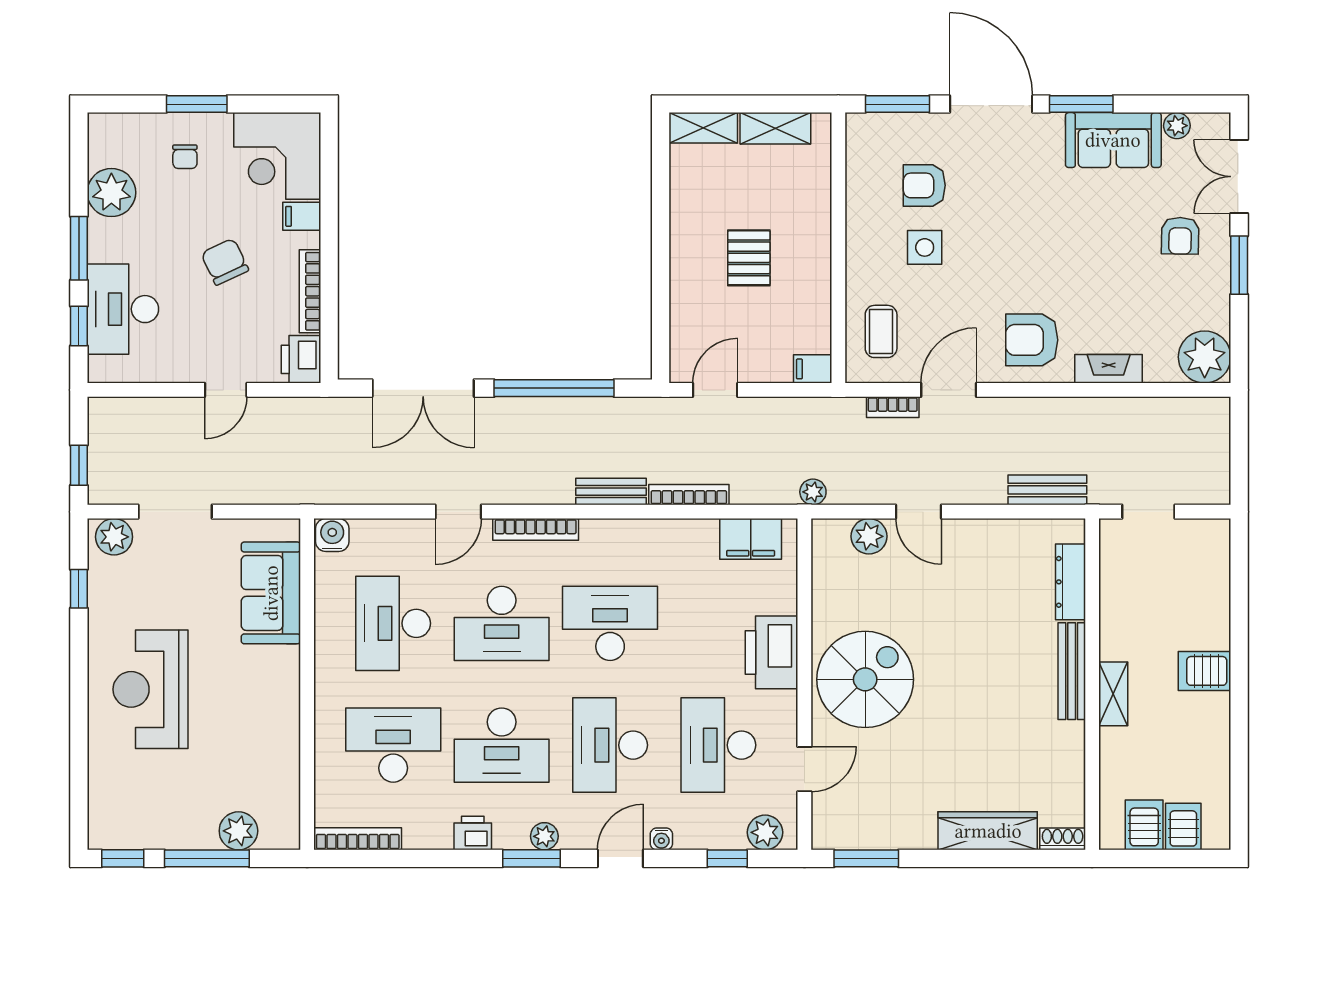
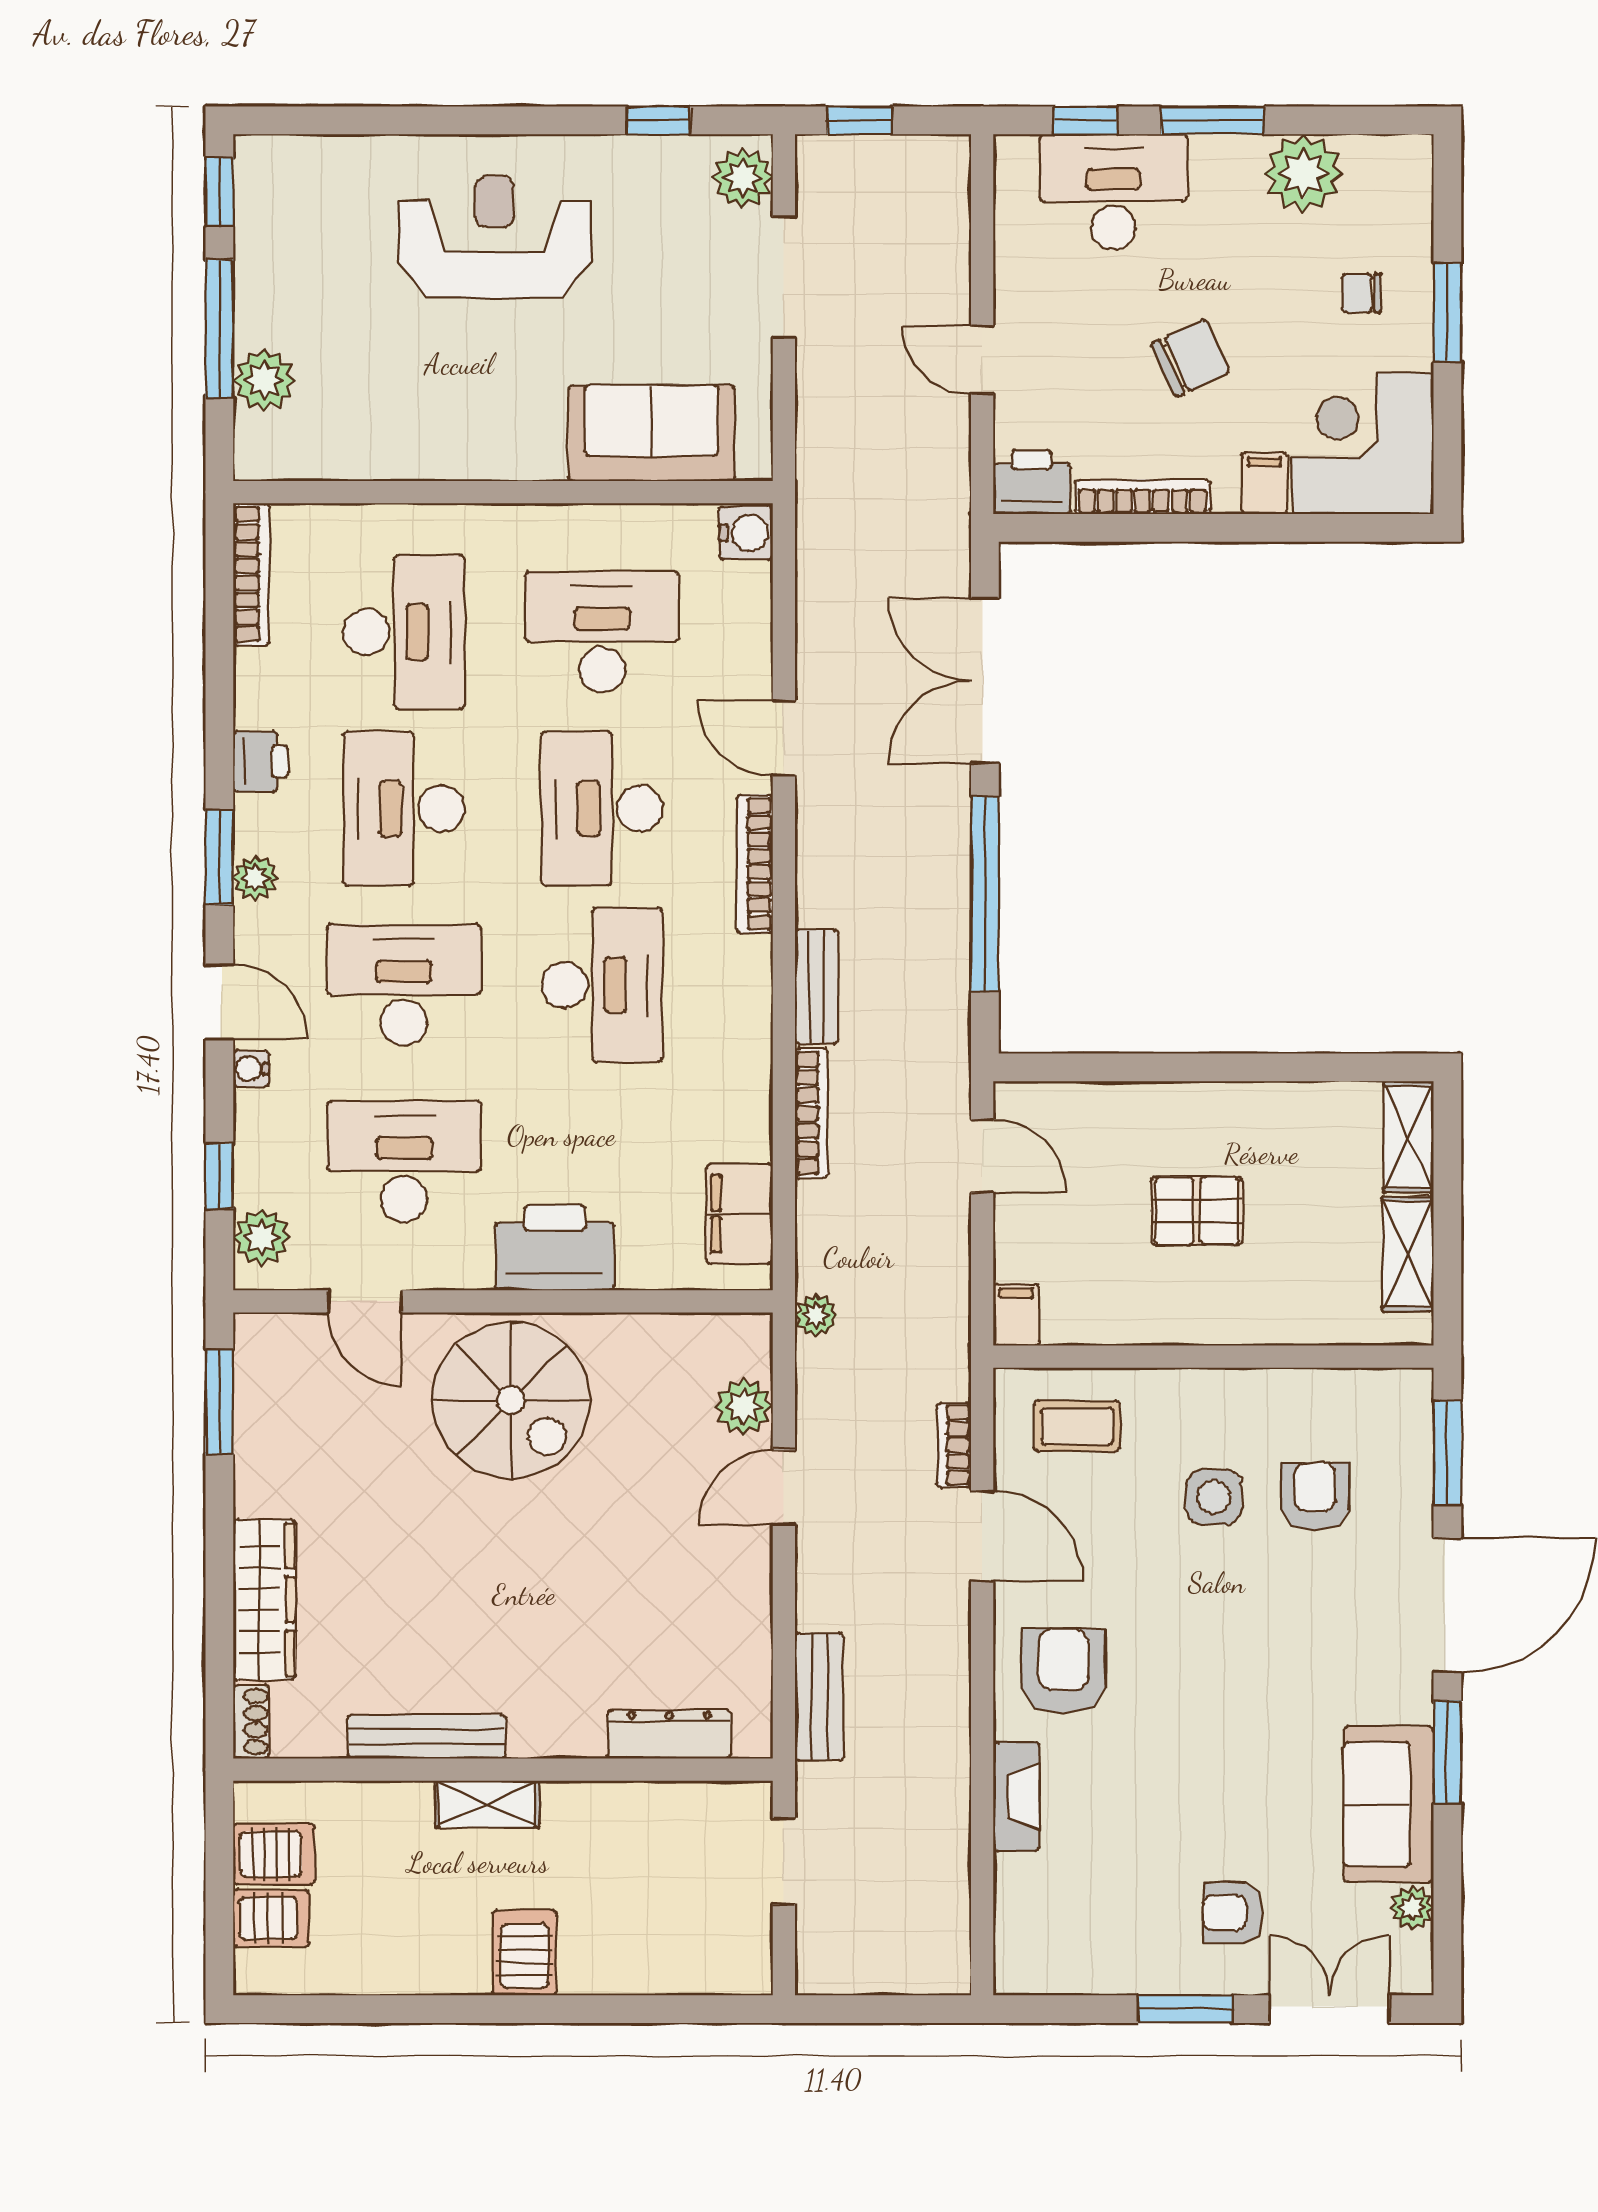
plant: (1205, 357) -> (1036, 1953), removed
bench: (1072, 671) -> (427, 1736), moved

